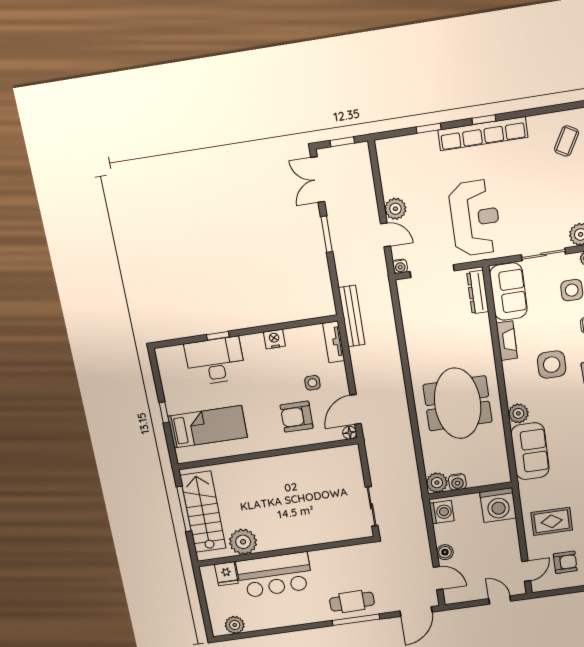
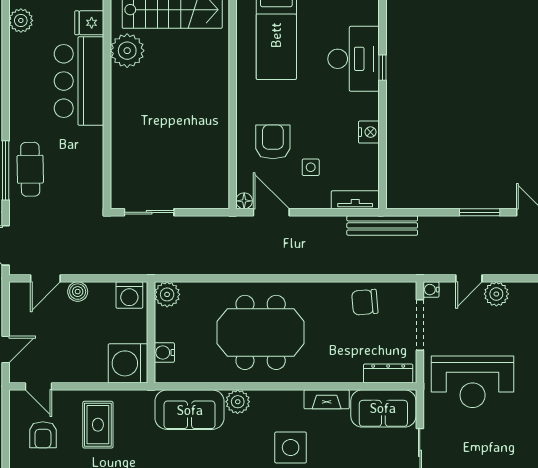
chair: (419, 321) -> (365, 302), added
water cooler: (457, 482) -> (164, 353), moved

